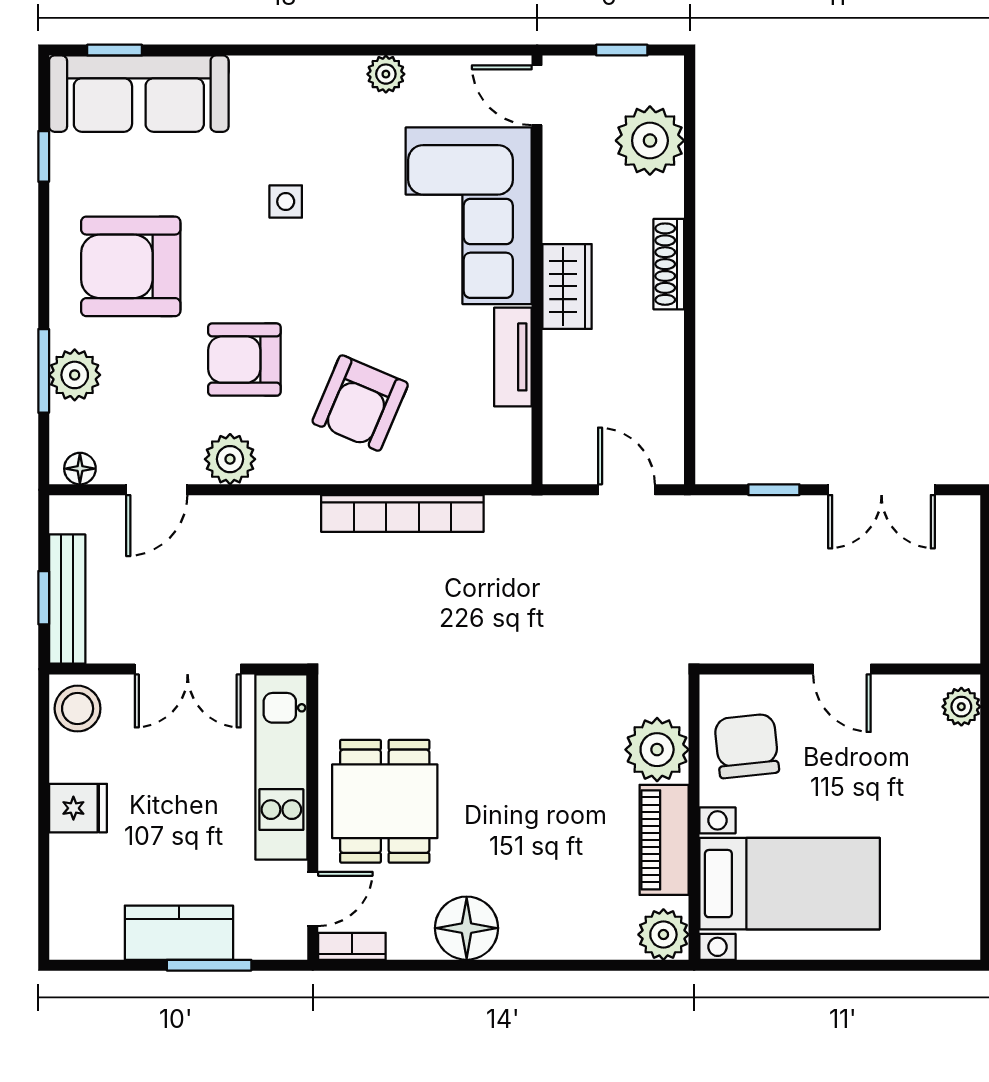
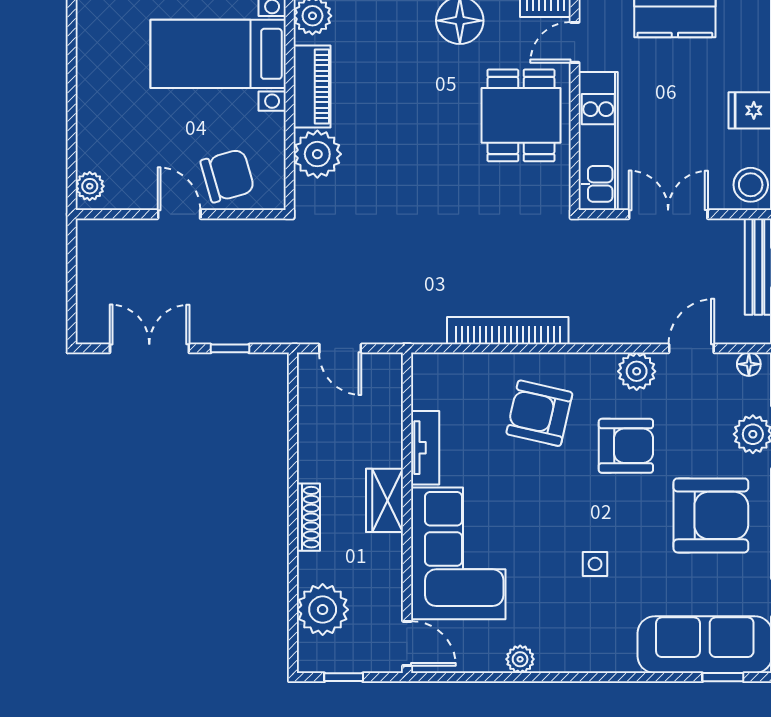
armchair: (360, 403) -> (539, 413), turned -100
chair: (747, 746) -> (227, 176), moved, turned -100

